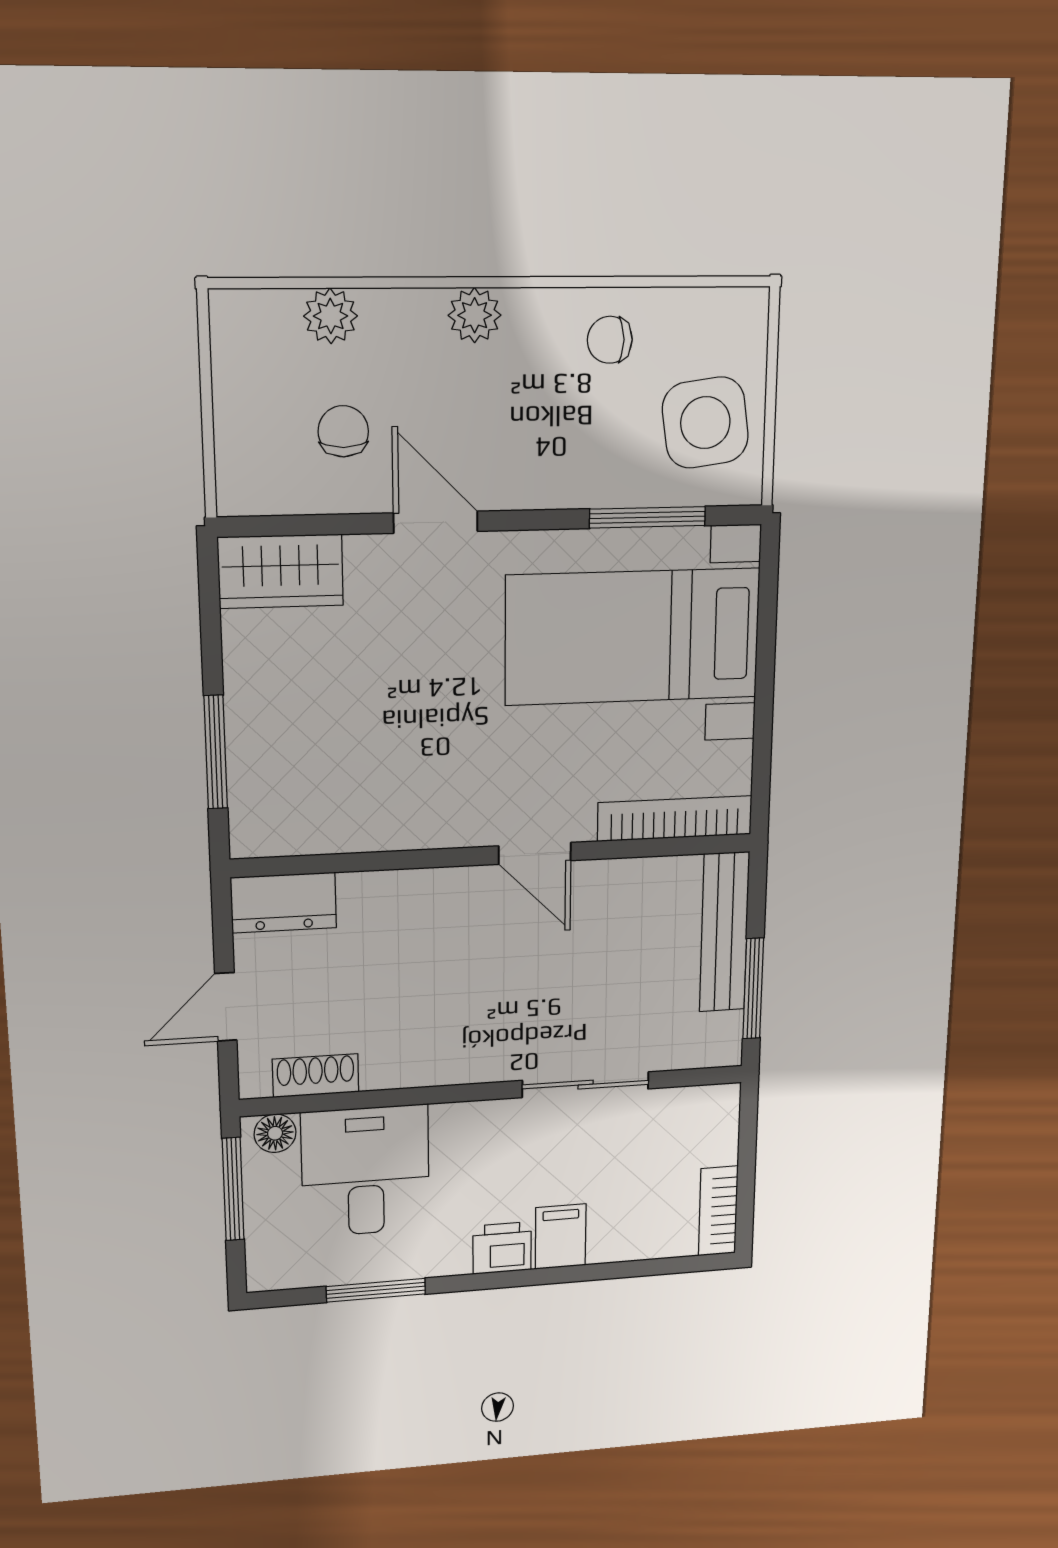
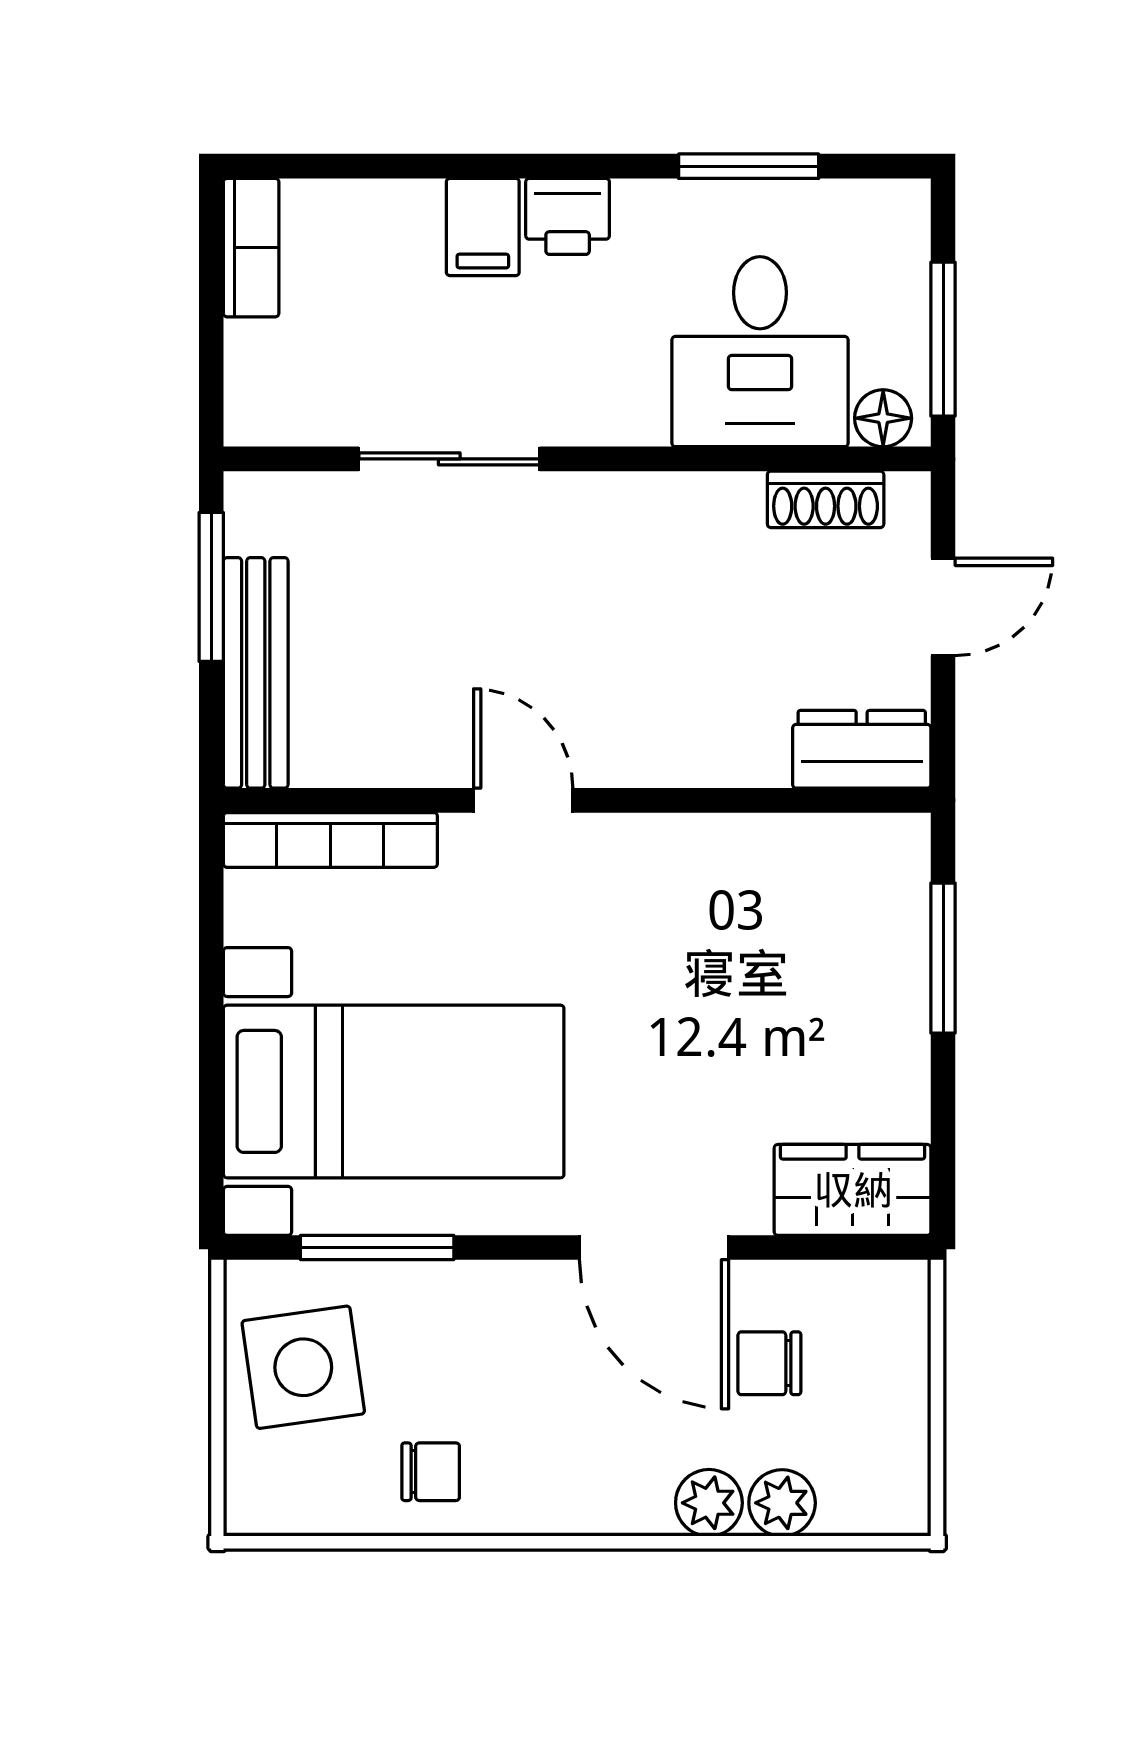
plant: (475, 315) -> (709, 1503), moved
chair: (343, 431) -> (769, 1363), turned 90
door: (436, 522) -> (654, 1248), width x1.38

